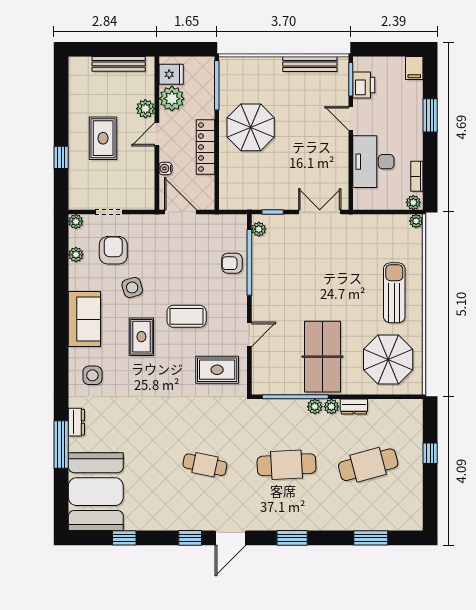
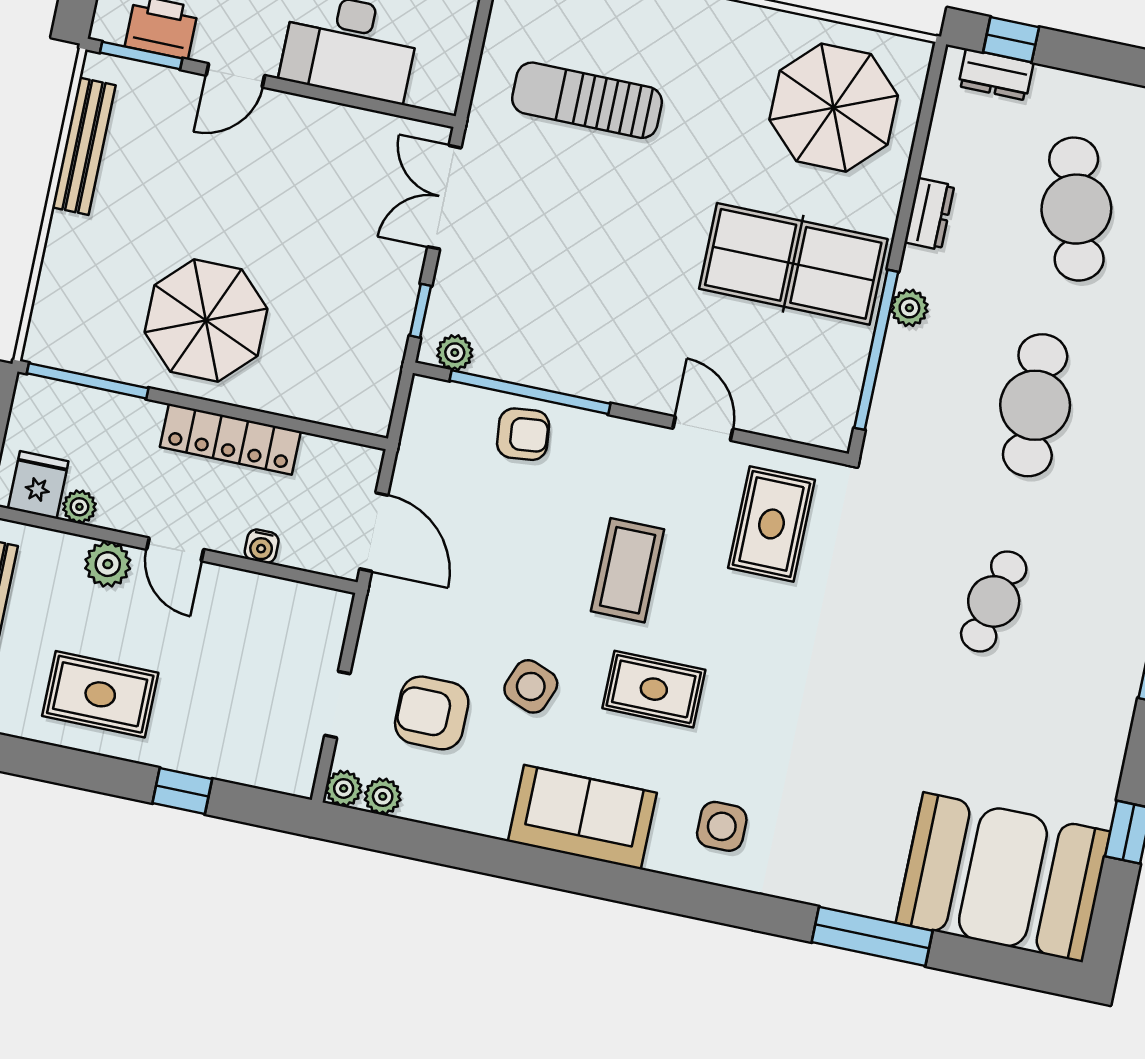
plant: (172, 99) -> (79, 507), width x0.53, depth x0.53
rug: (103, 138) -> (100, 694), moved
door: (181, 212) -> (374, 532), swing flipped
plant: (76, 255) -> (383, 796), moved
armchair: (232, 263) -> (523, 434), turned -96
side table: (132, 287) -> (531, 686), turned 37
sun lounger: (394, 293) -> (587, 100), moved
plant: (331, 407) -> (918, 268), removed
dresser: (76, 422) -> (996, 74), moved, turned 180
window: (430, 453) -> (1011, 40), moved

